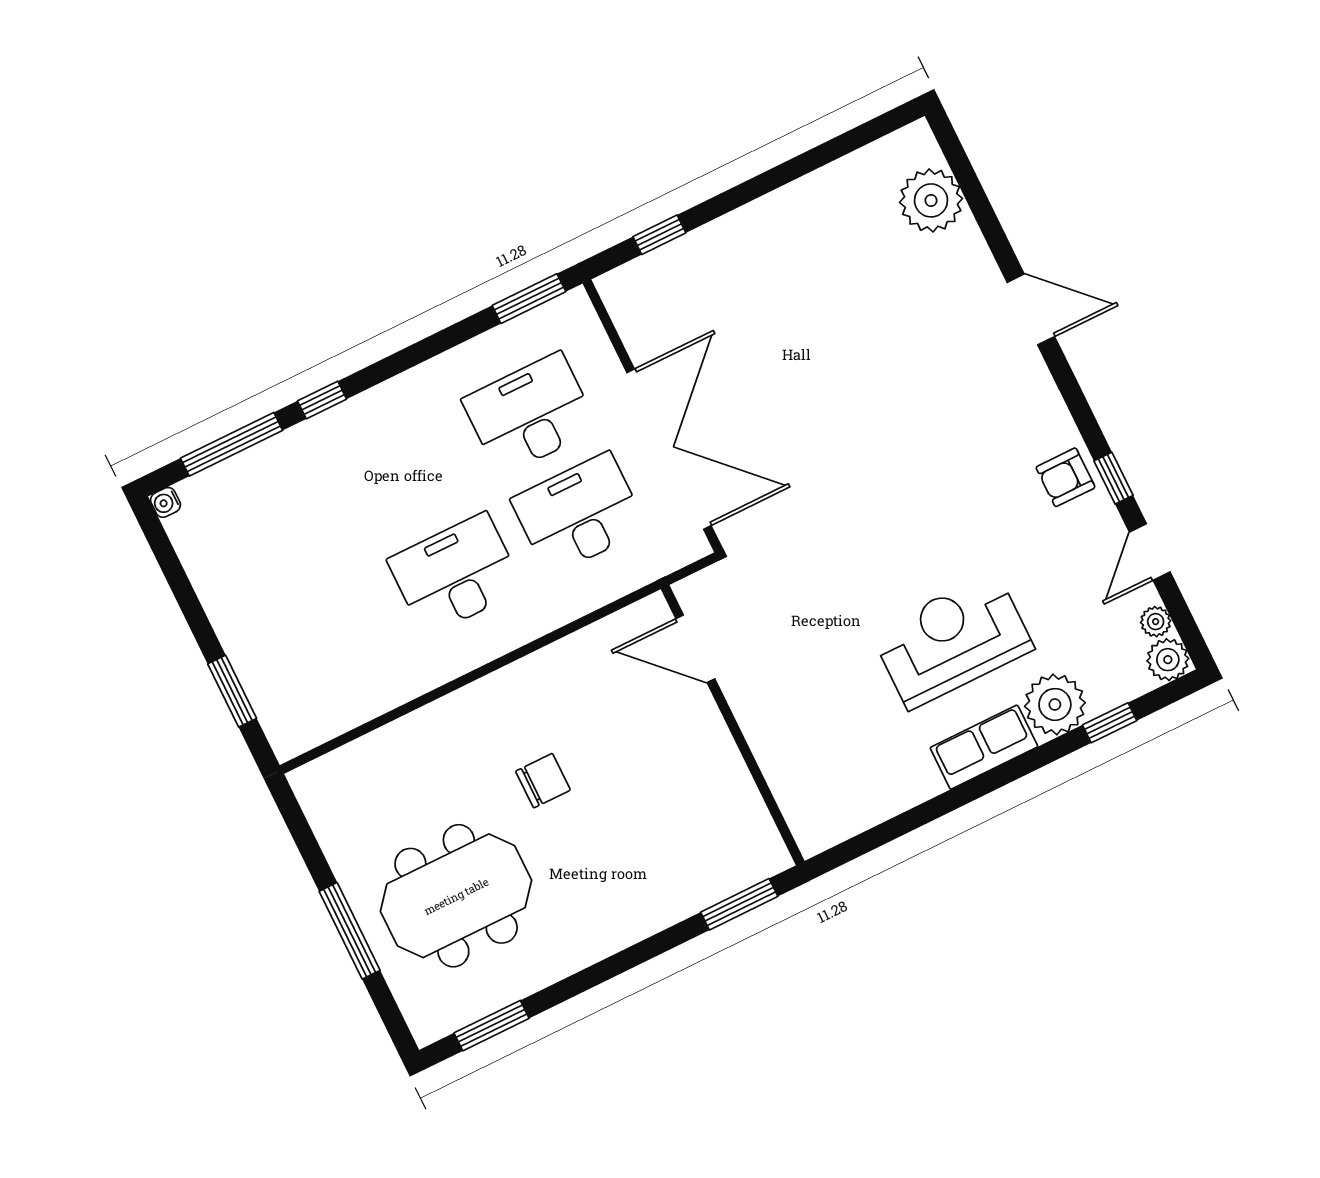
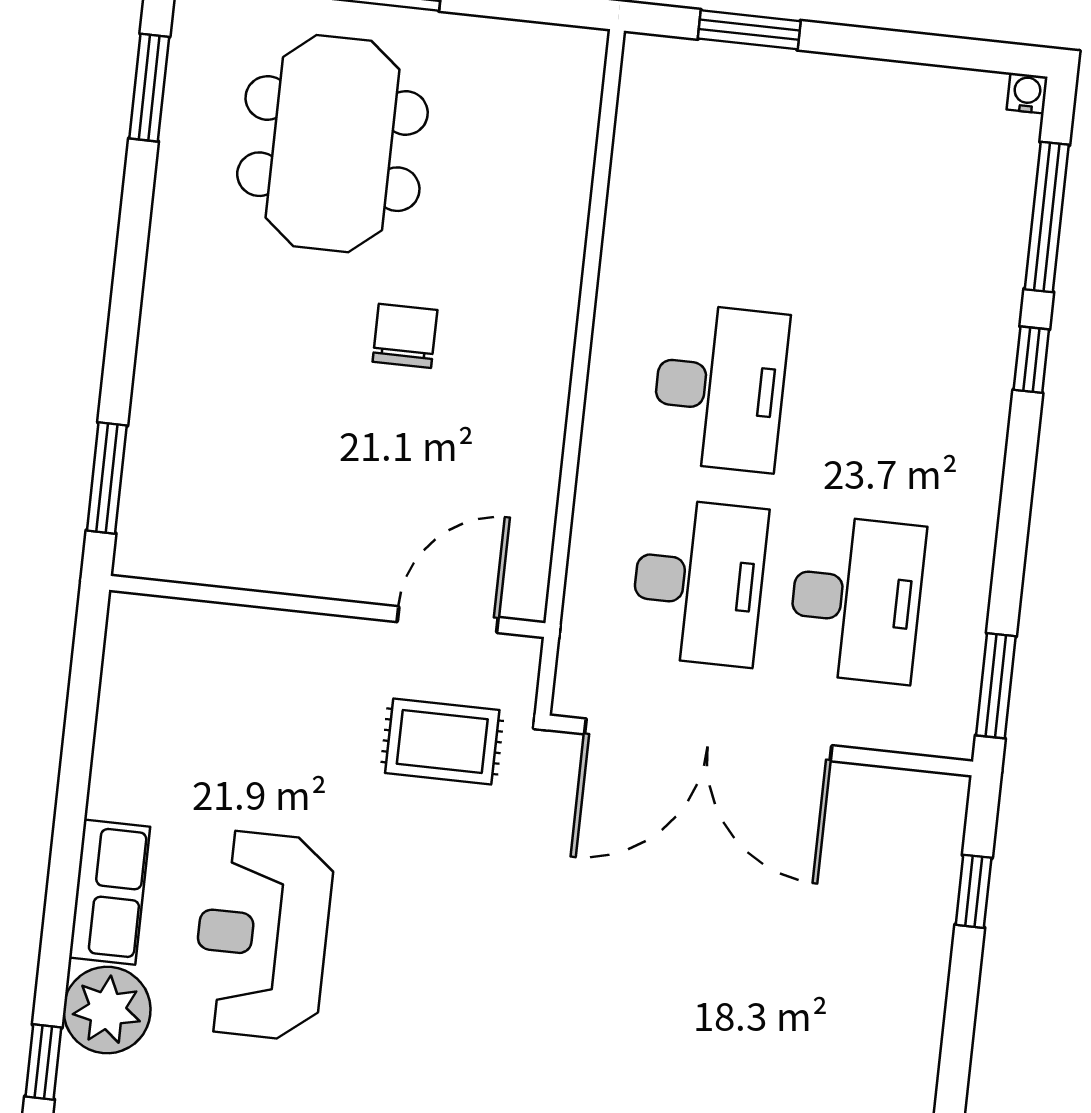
rug: (770, 606) -> (442, 742), added
reception desk: (952, 640) -> (262, 935), turned 180
chair: (543, 781) -> (405, 336), turned 180

